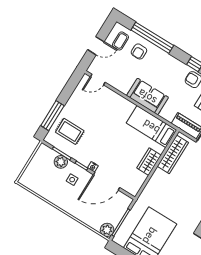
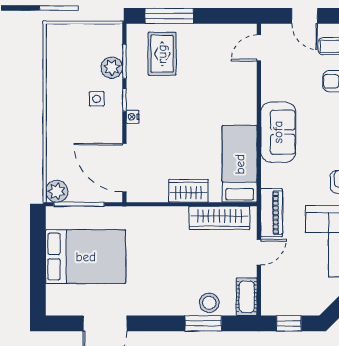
door: (98, 80) -> (259, 48), hinge flipped
door: (107, 181) -> (124, 168), moved

